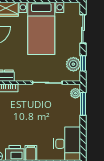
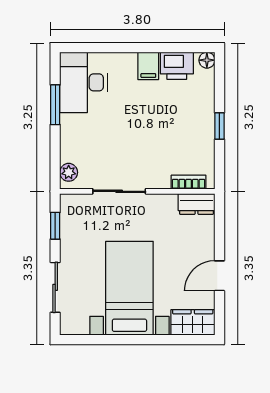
plant: (73, 64) -> (72, 224), removed
window: (83, 104) -> (55, 105), moved

